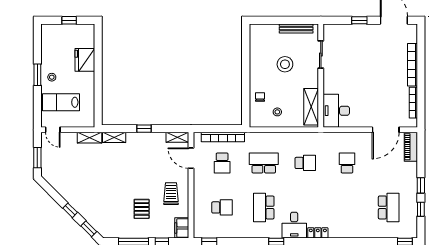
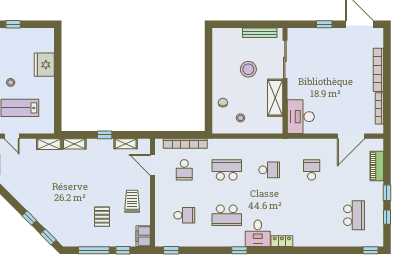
window: (69, 20) -> (13, 24), moved
sliding door: (321, 55) -> (285, 59), width x1.37
shelving: (311, 107) -> (275, 98), moved
shelving: (177, 137) -> (126, 144), moved
piano: (411, 147) -> (377, 166), moved
school desk: (264, 207) -> (227, 215), turned -90

